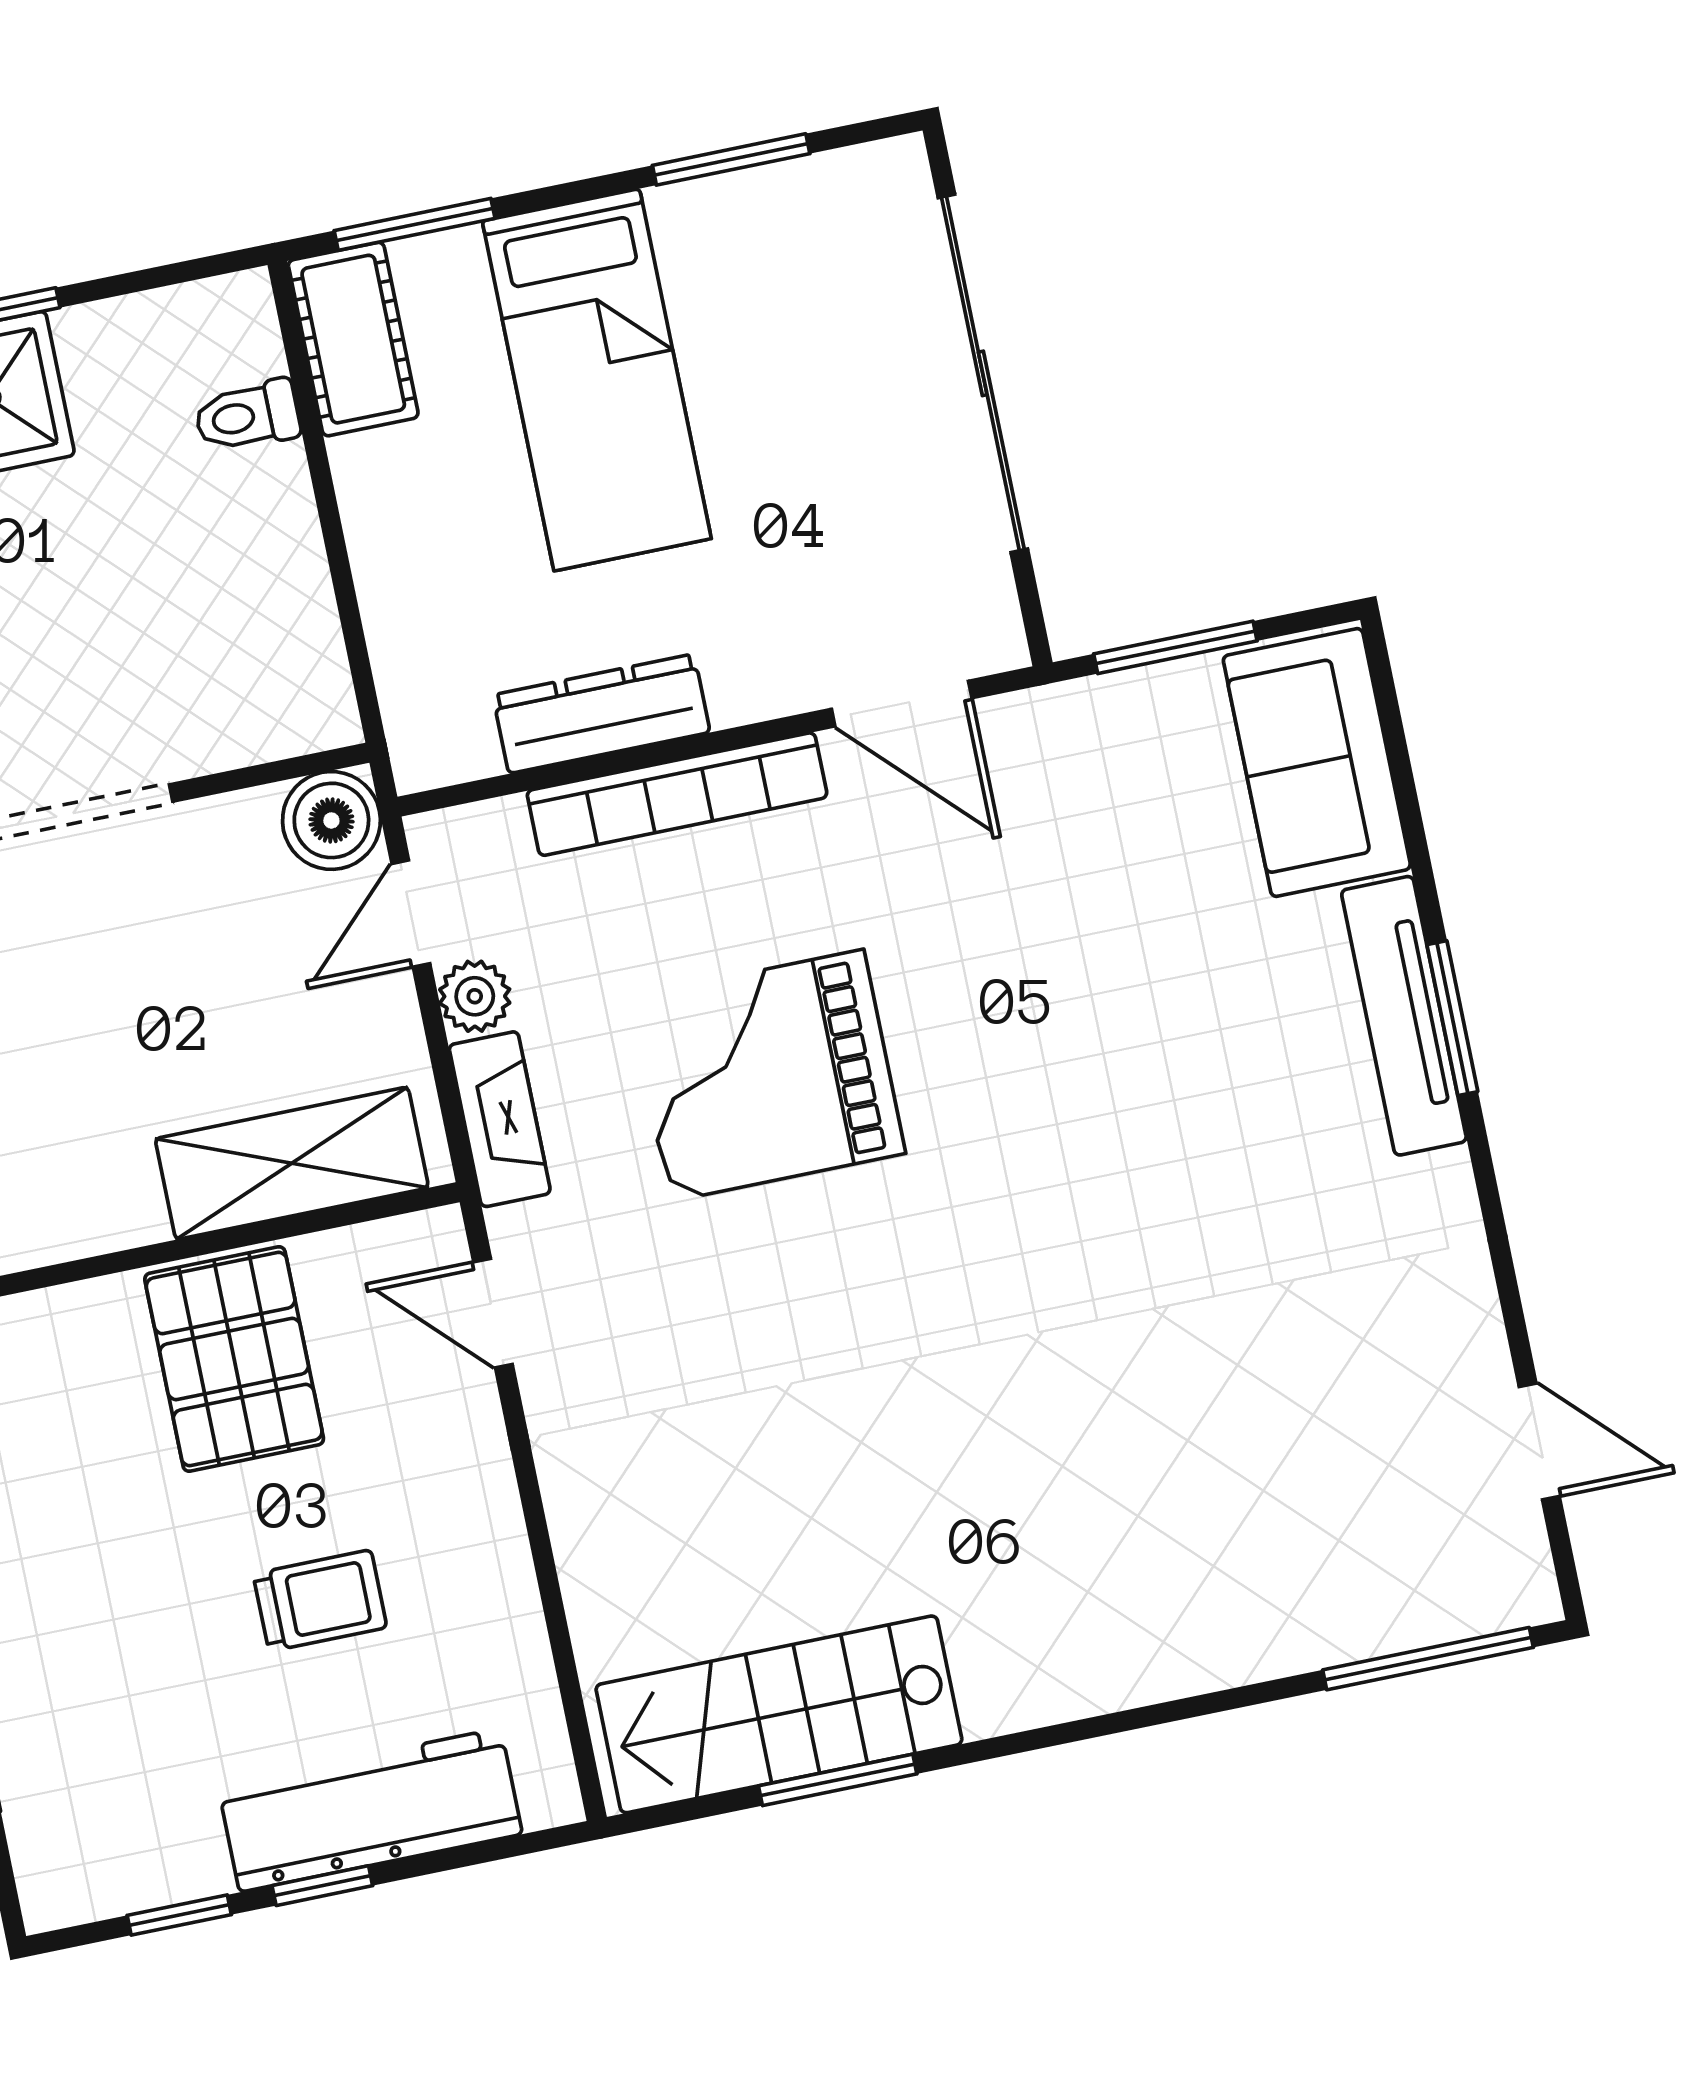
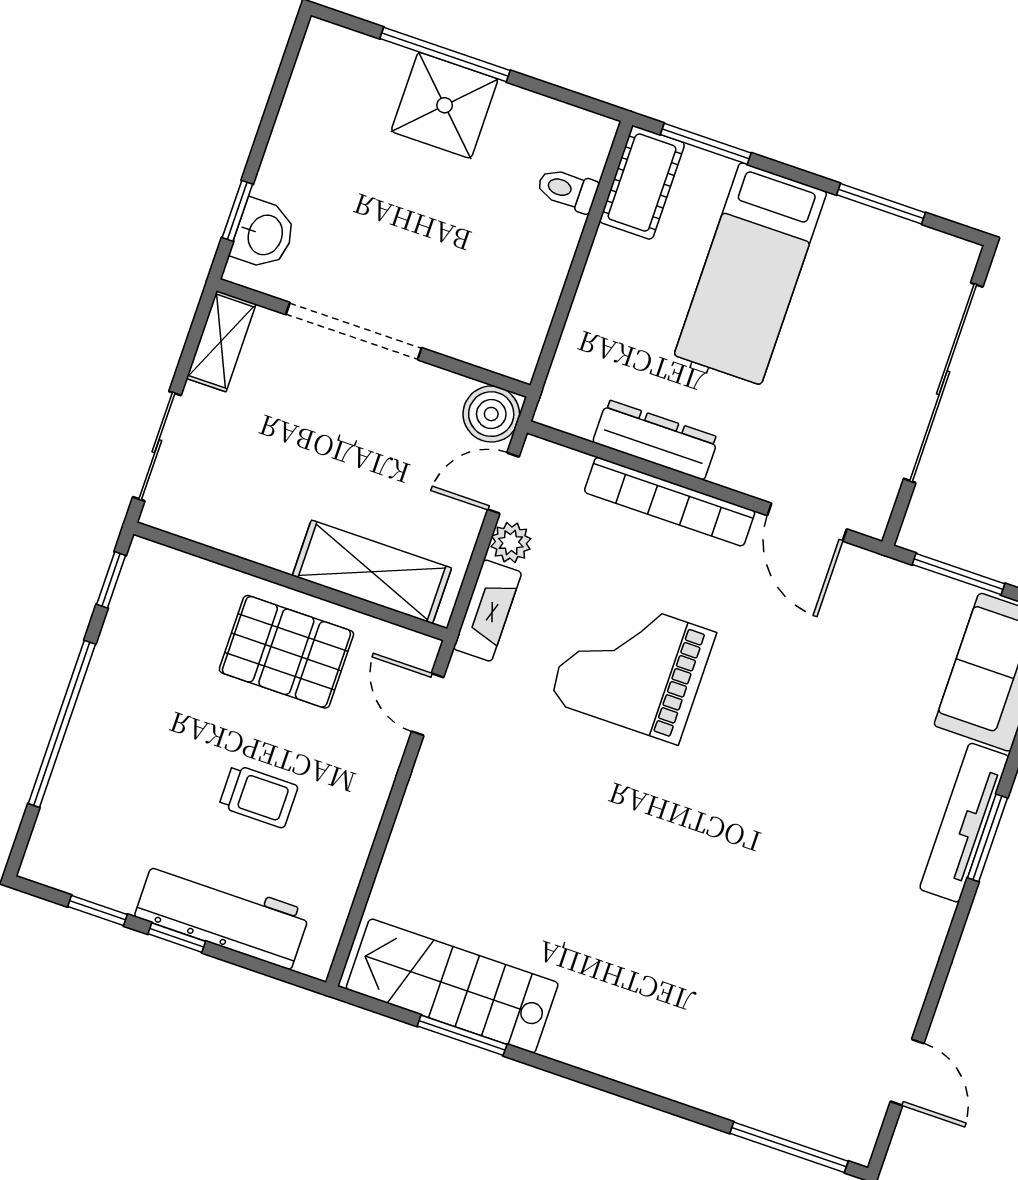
pallet: (234, 1359) -> (286, 652), turned 90

